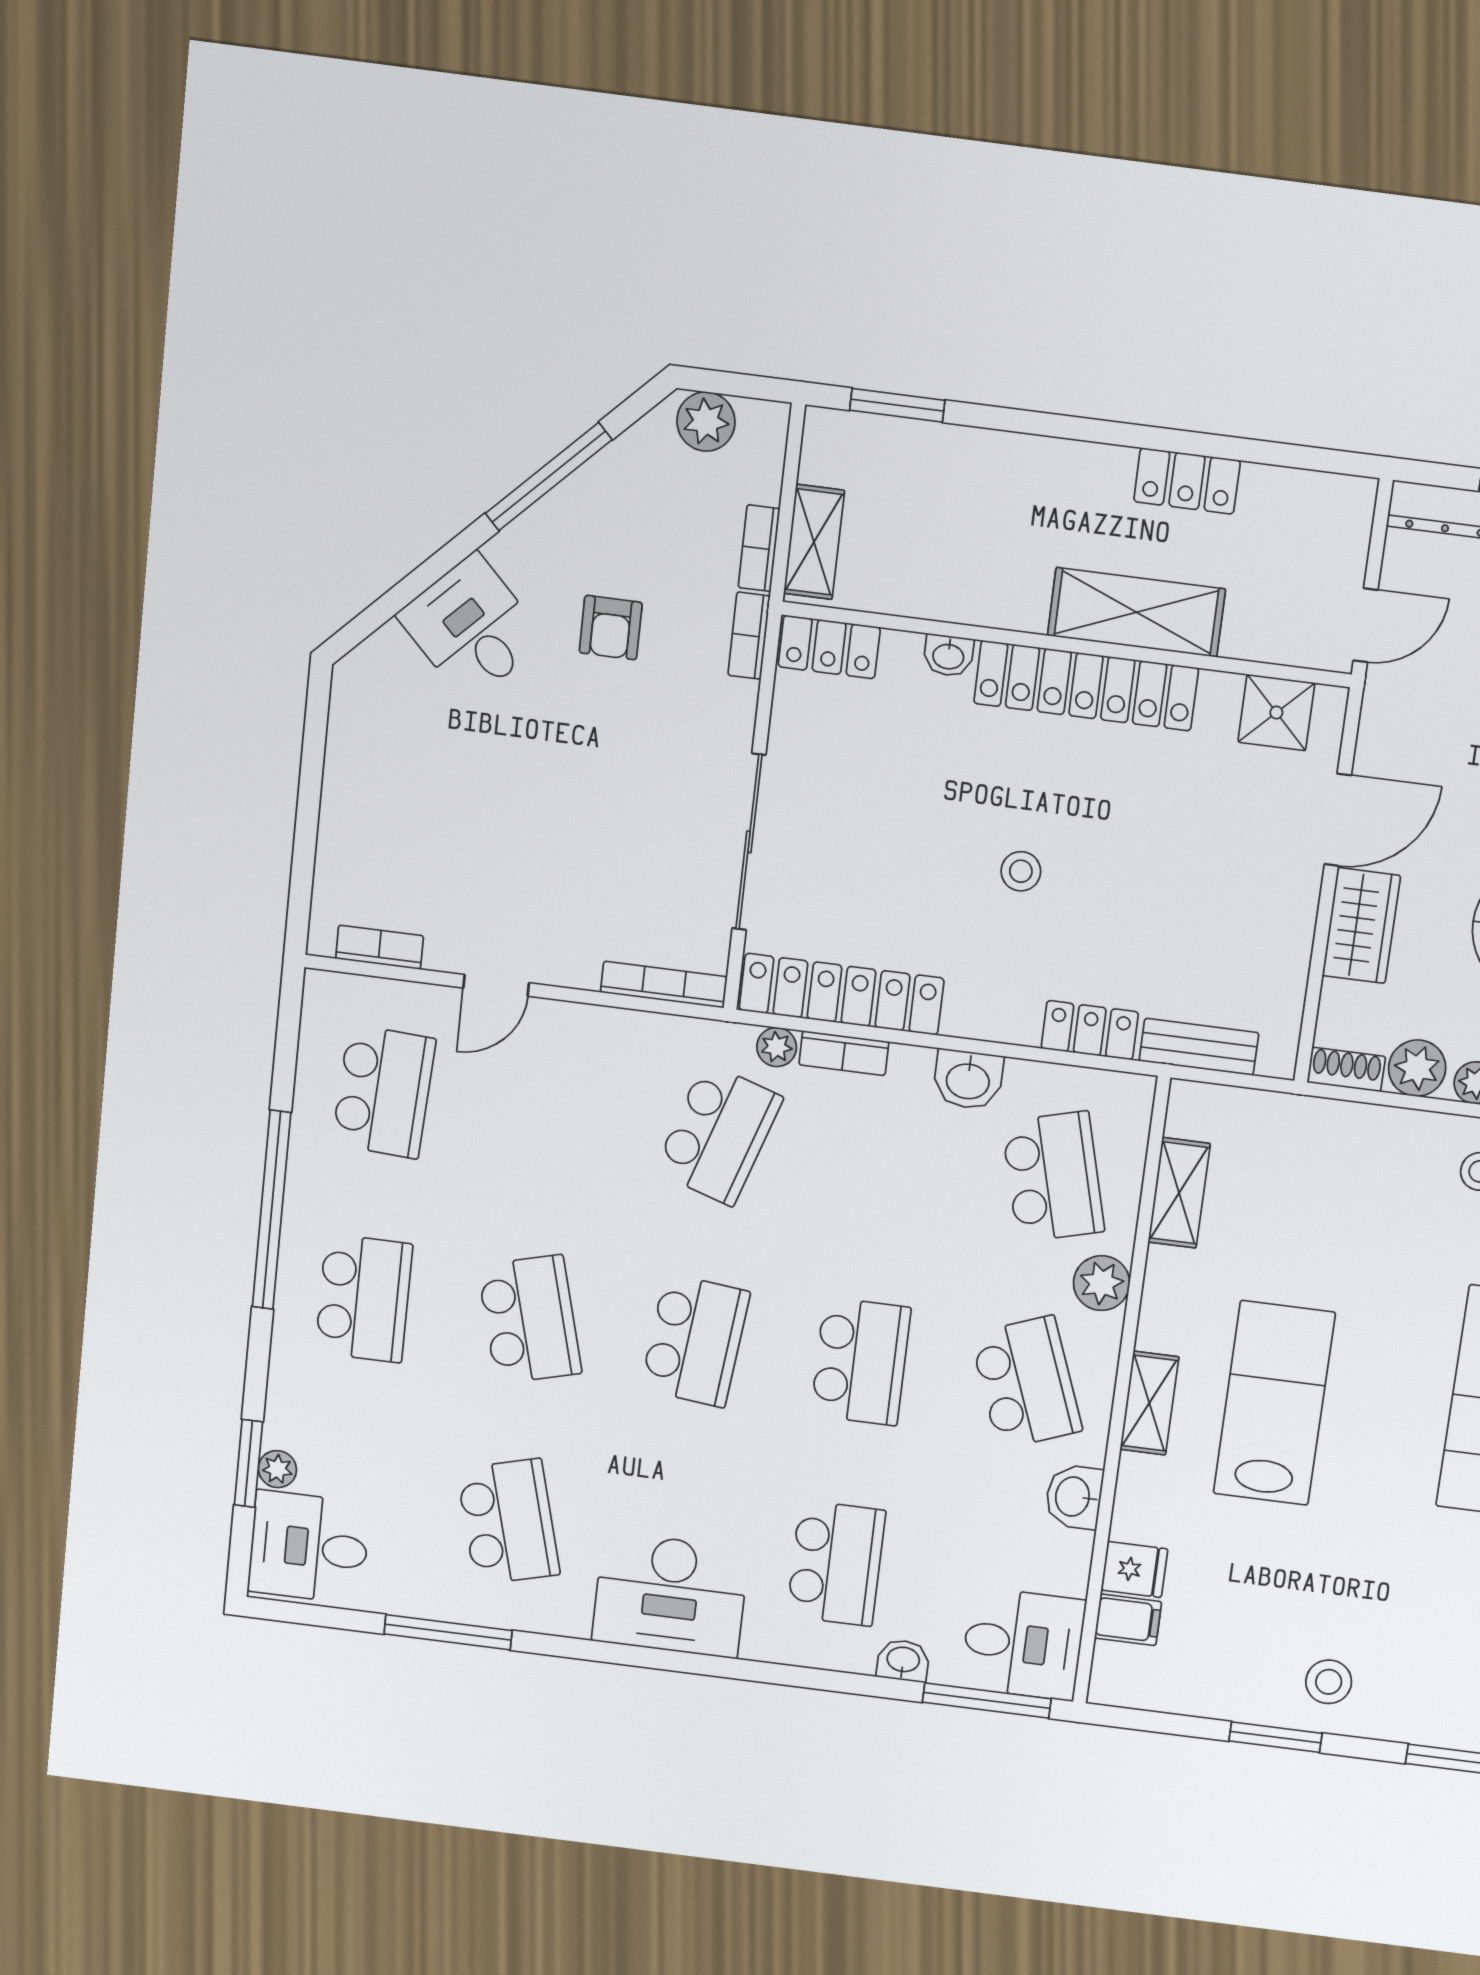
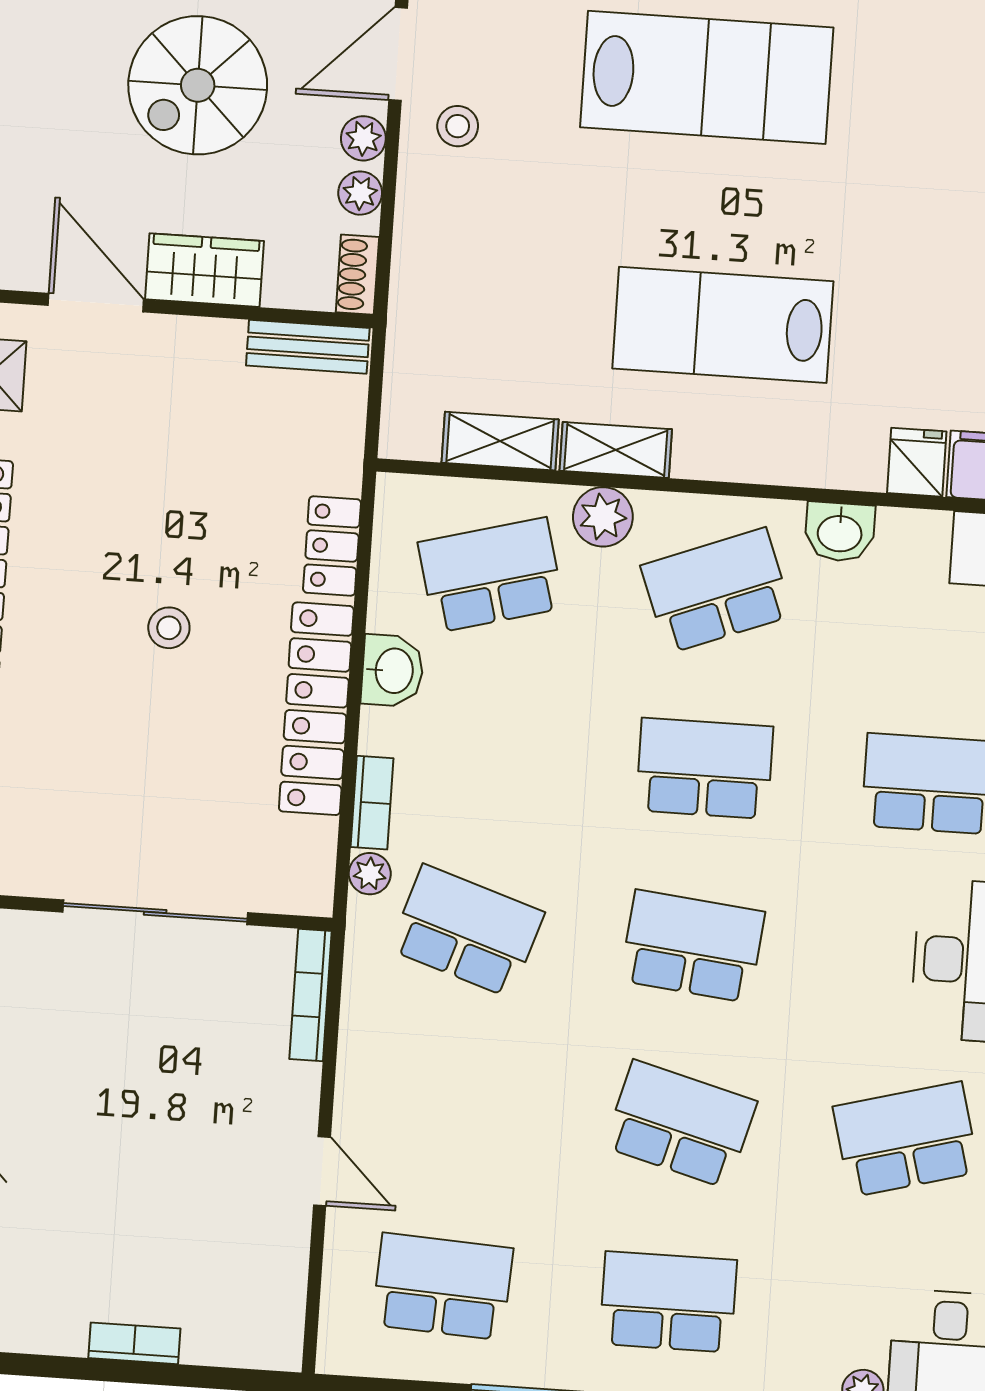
bookcase: (380, 947) -> (134, 1343), moved, turned 90
locker: (842, 994) -> (316, 709), moved
bench: (1199, 1047) -> (308, 347), moved, turned 90
plant: (1417, 1068) -> (360, 193), width x0.73, depth x0.73
school desk: (529, 1319) -> (680, 1124), turned 30
shelving: (1149, 1403) -> (616, 450), moved

